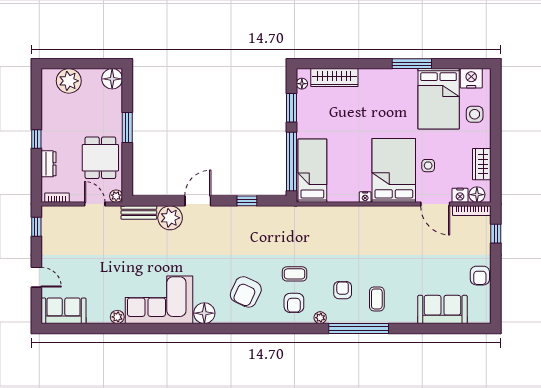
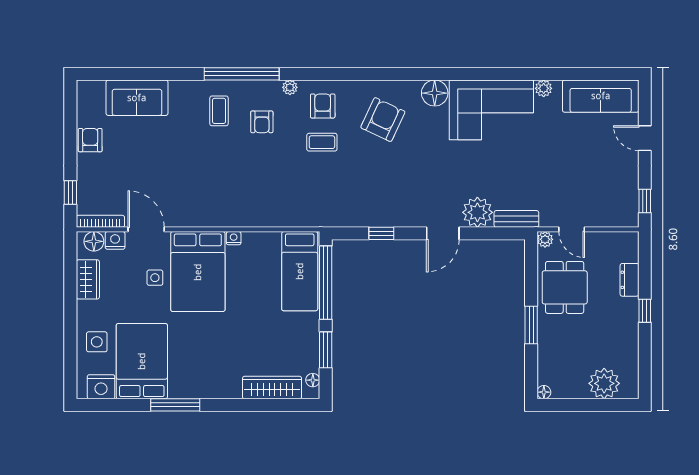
floor lamp: (112, 79) -> (544, 392), width x0.53, depth x0.53
bookcase: (57, 198) -> (619, 238), removed
sofa: (64, 311) -> (601, 96), width x1.36

